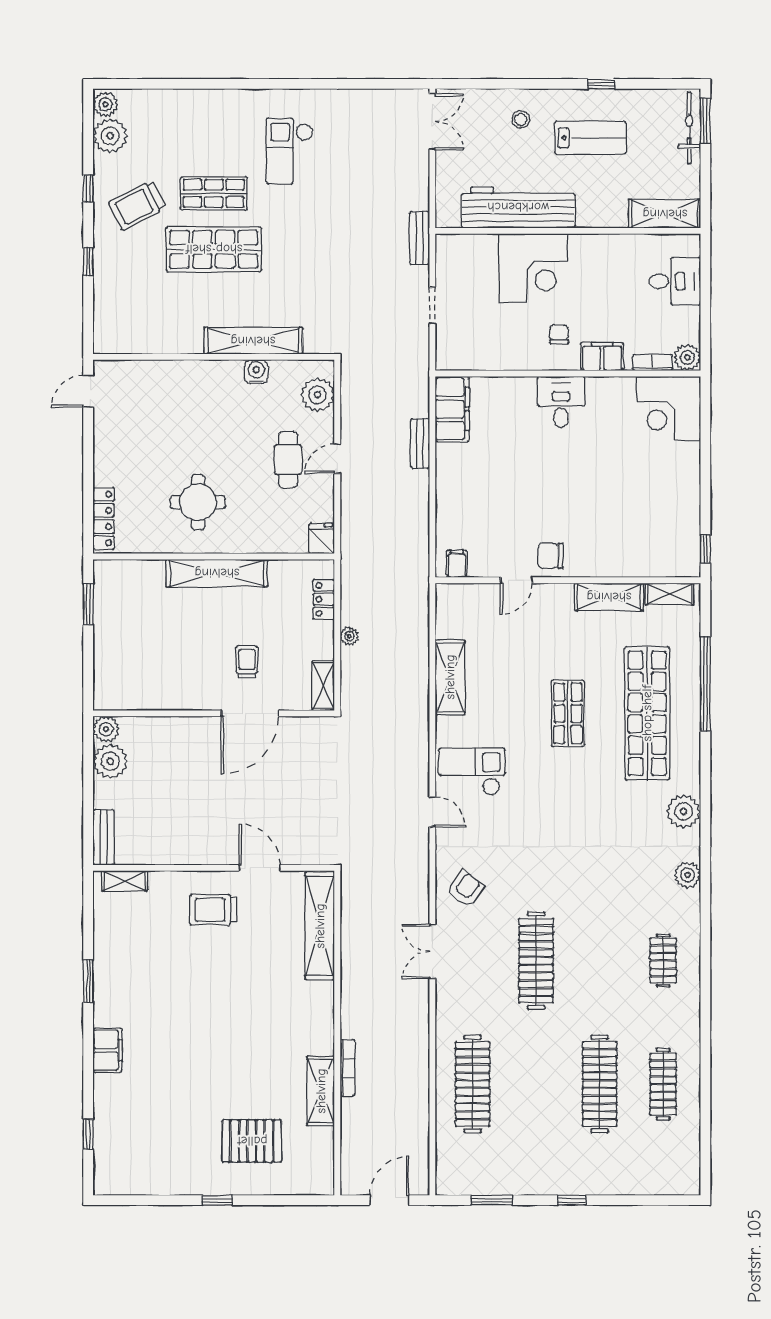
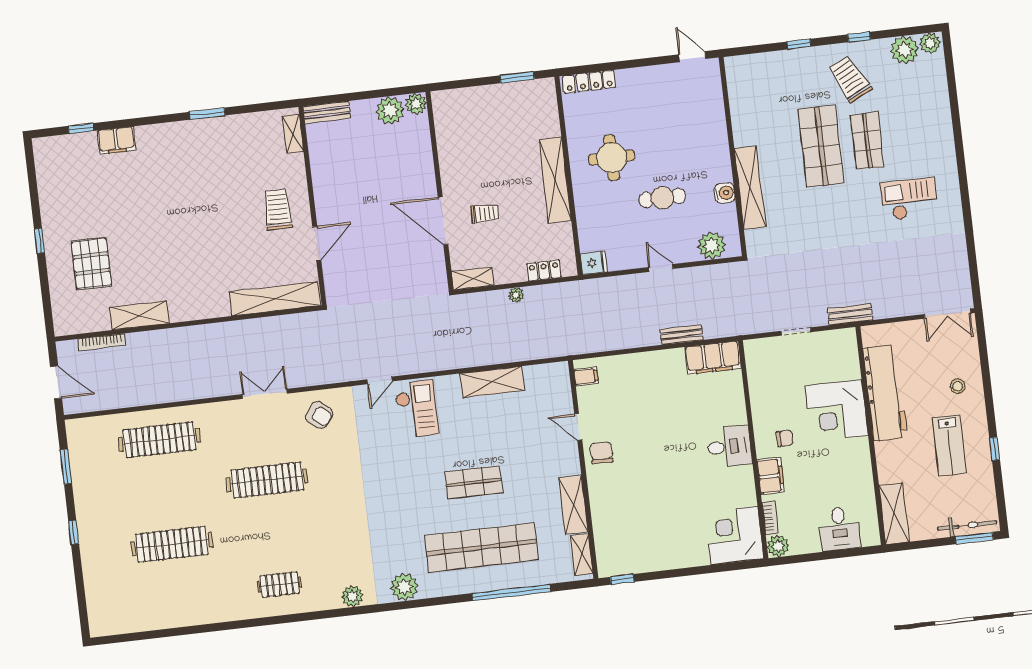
cafe table: (288, 460) -> (662, 198), moved
filing cabinet: (108, 1050) -> (116, 140), moved
bookcase: (347, 1068) -> (102, 342), moved
clothes rail: (663, 1084) -> (178, 596), removed

